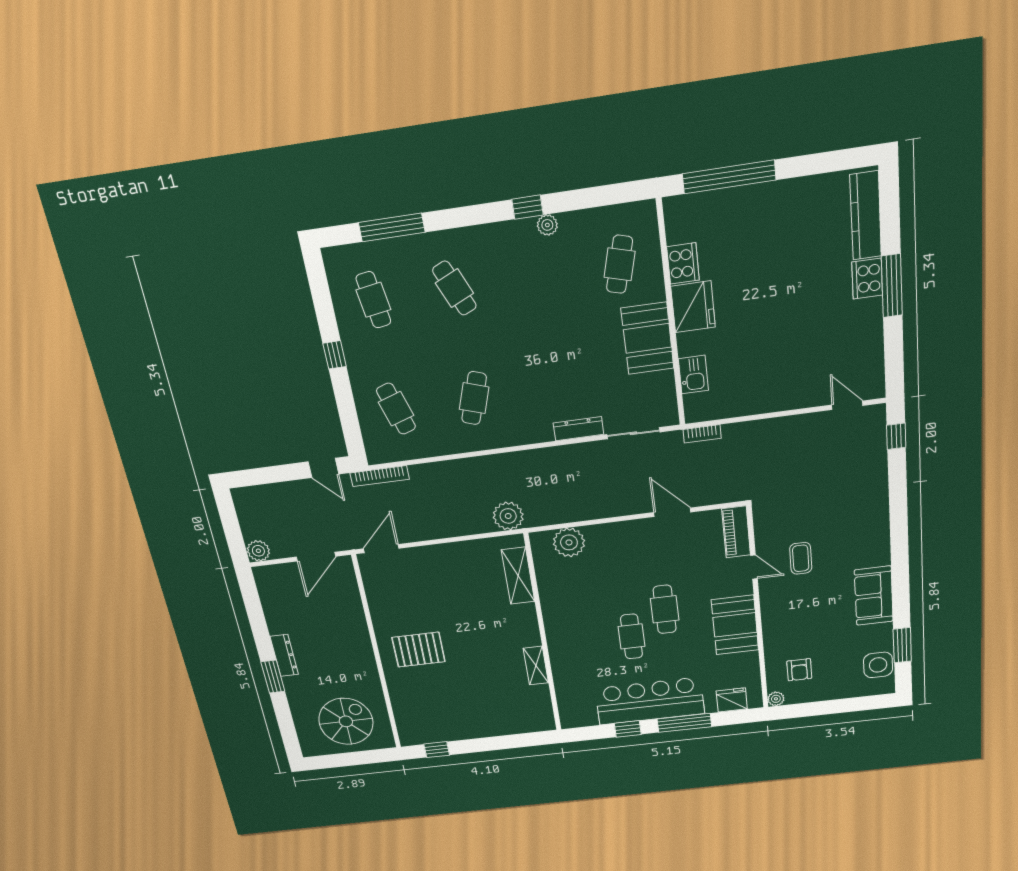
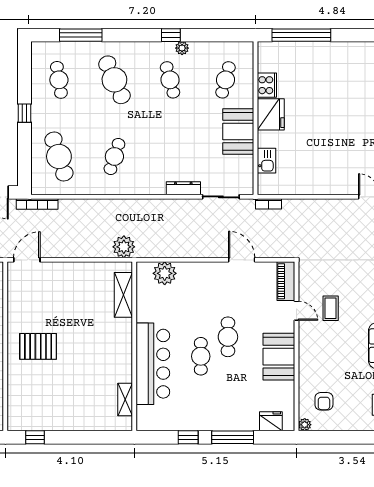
cafe table: (536, 276) -> (170, 80), added
cafe table: (454, 288) -> (114, 80), width x1.37, depth x1.35
cafe table: (396, 409) -> (59, 156), width x1.37, depth x1.35
shelving: (536, 666) -> (125, 399), moved
bar counter: (650, 701) -> (153, 364), moved, turned 90

